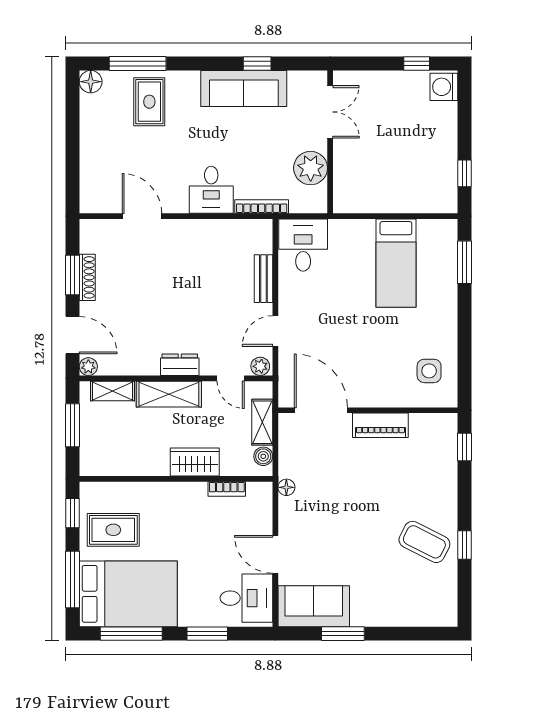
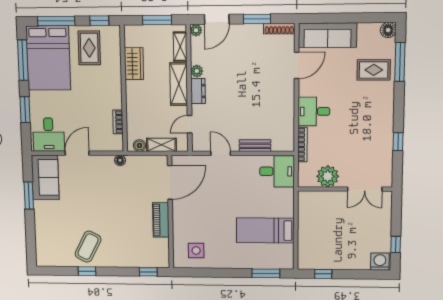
sofa: (244, 89) -> (327, 35), moved, turned -90
shoe rack: (87, 277) -> (279, 29), moved
plant: (260, 366) -> (197, 71), moved
wardrobe: (195, 462) -> (134, 64), moved

